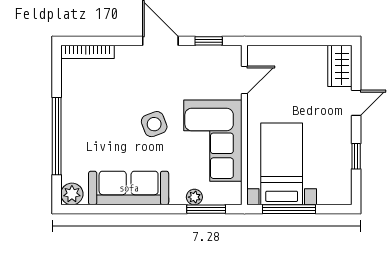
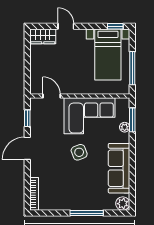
window: (57, 136) -> (87, 213), width x0.68
window: (356, 156) -> (115, 26), moved
bed with nightstands: (282, 164) -> (108, 55), moved, turned -90

